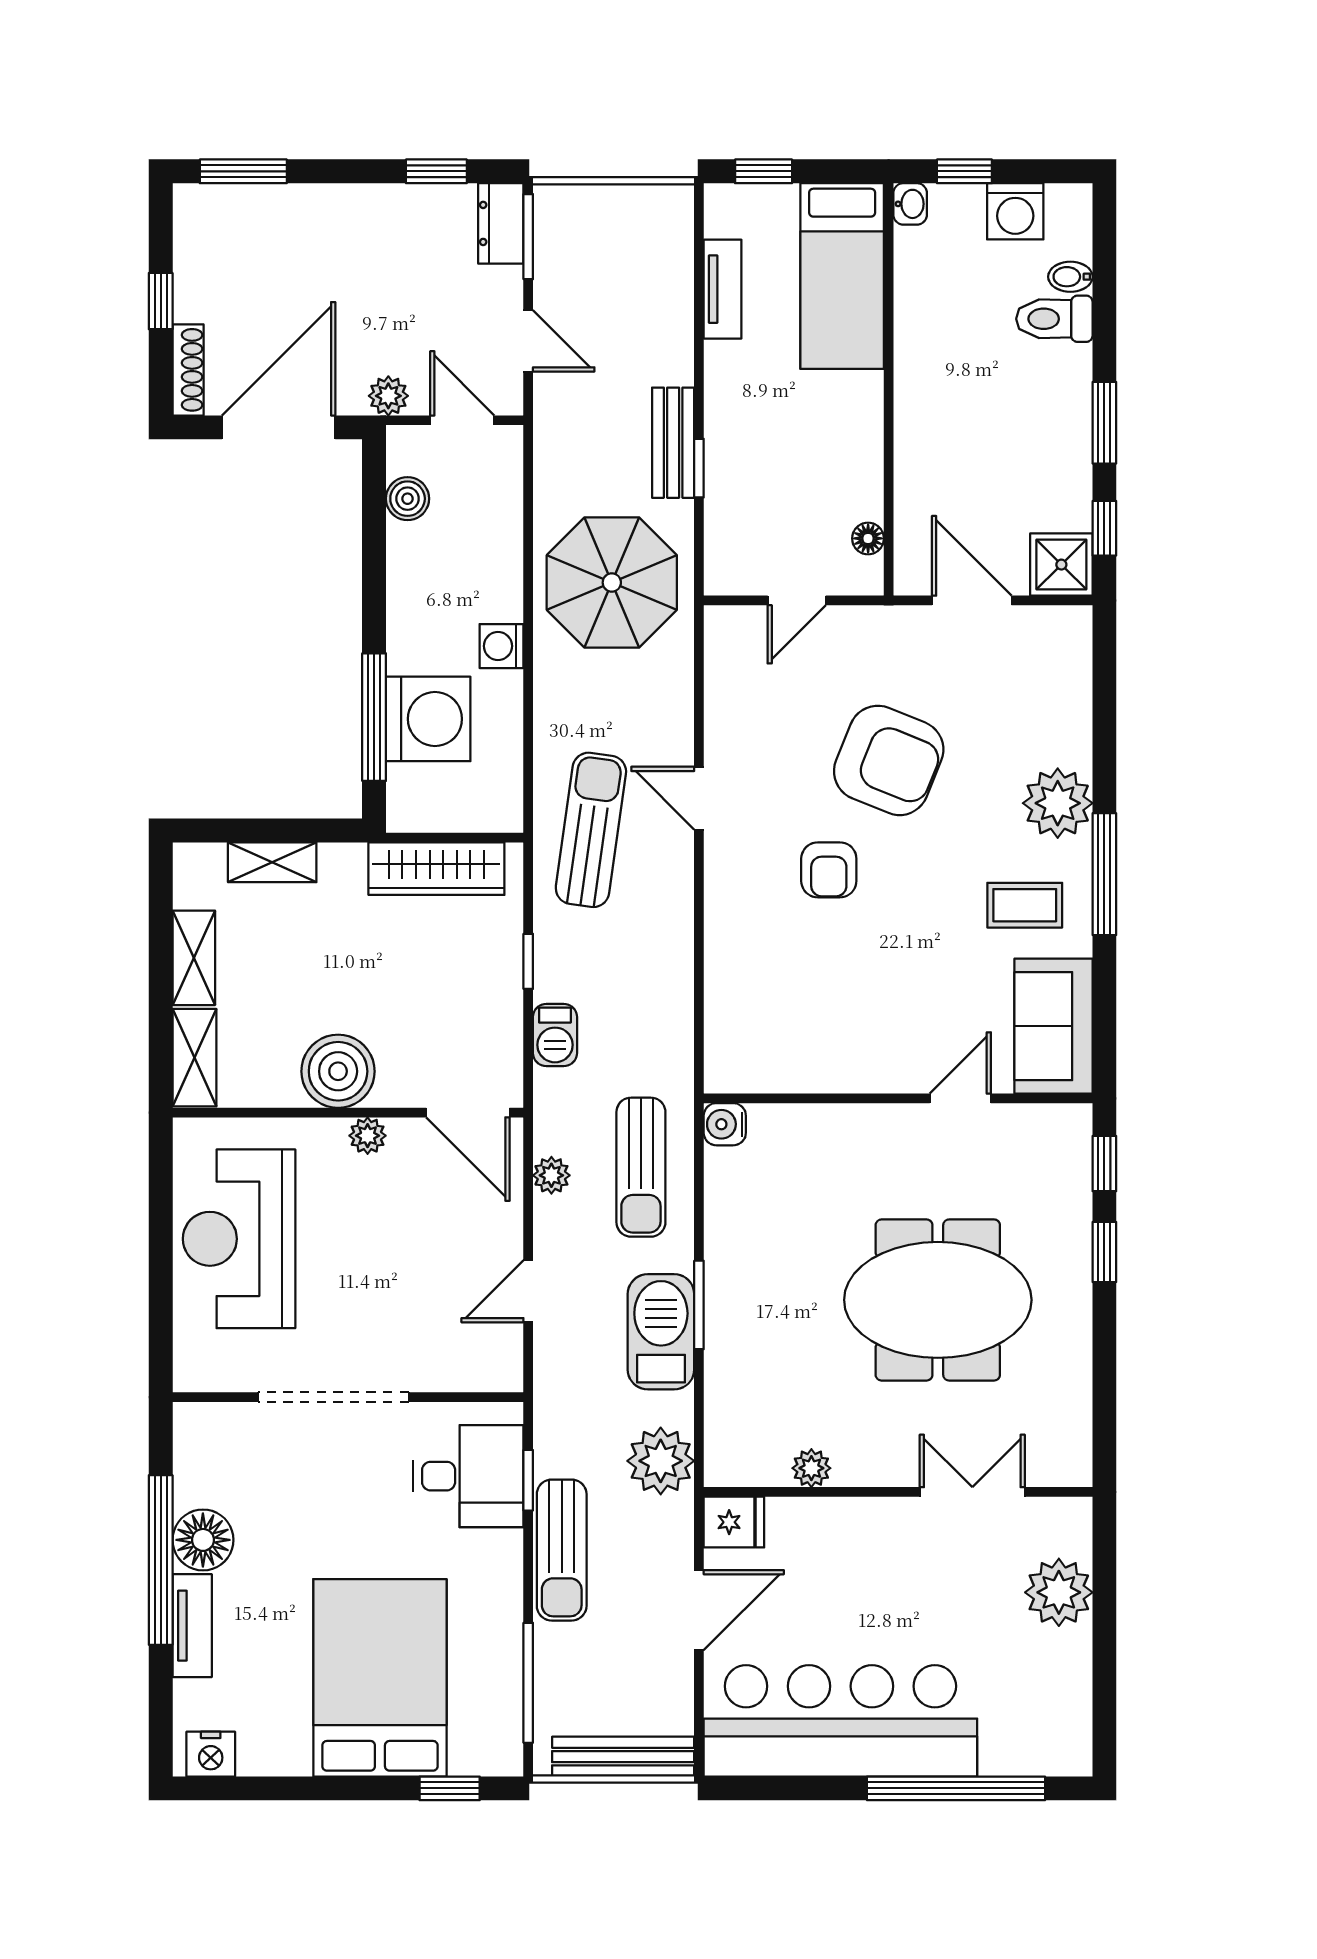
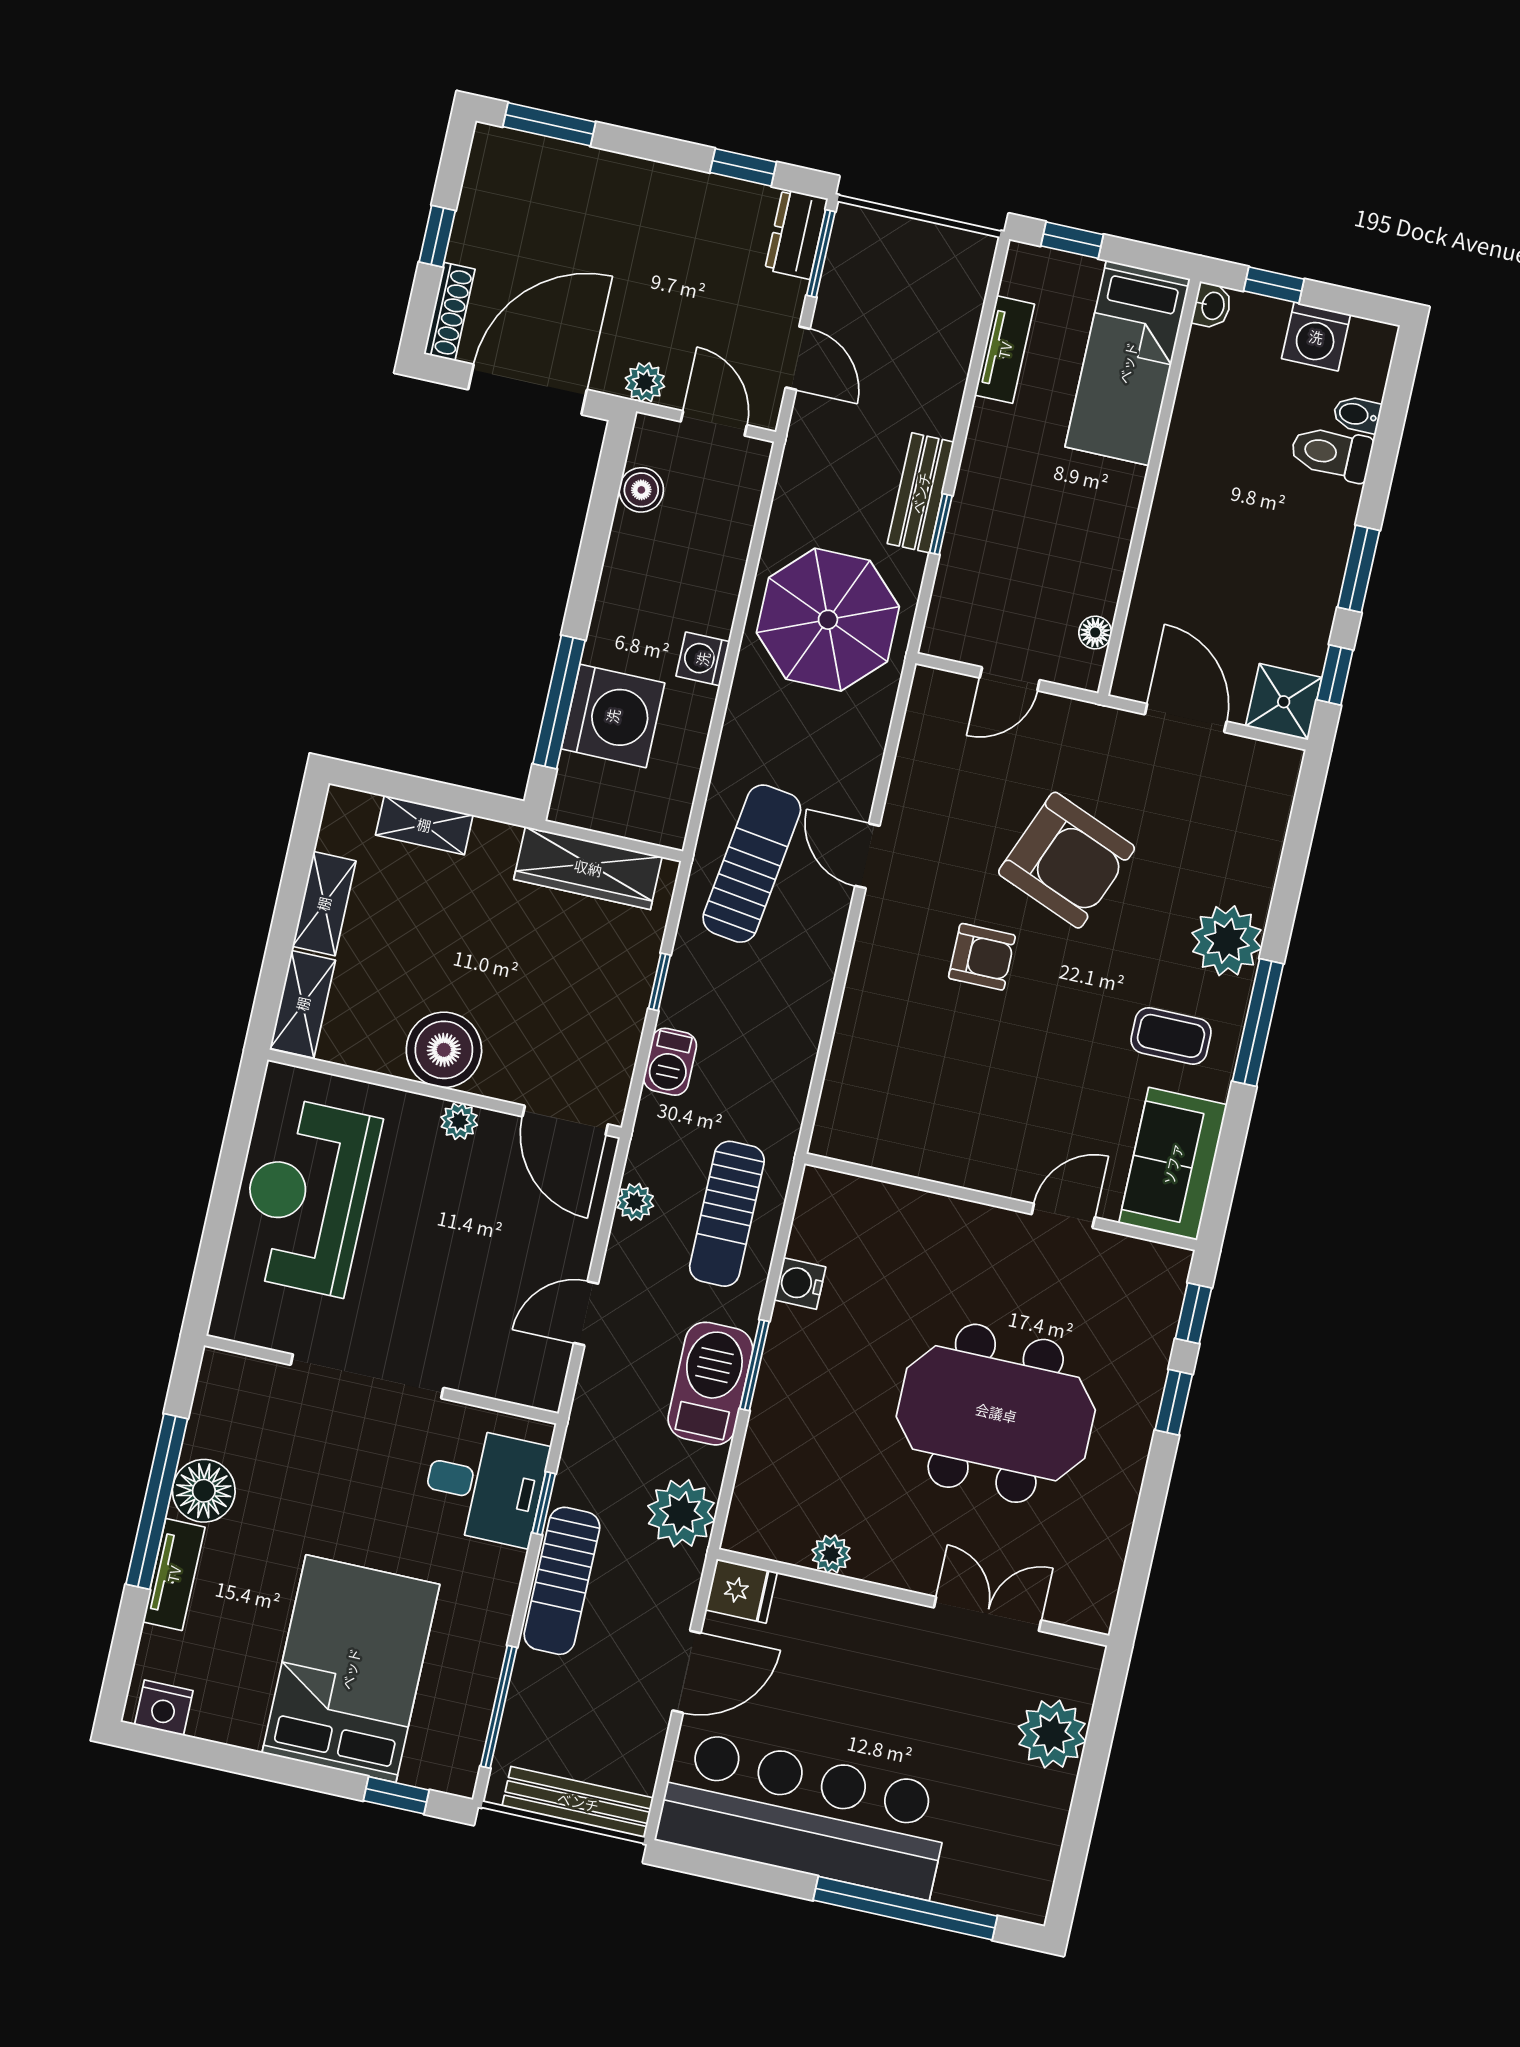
armchair: (829, 870) -> (982, 957), turned -90
water cooler: (725, 1124) -> (800, 1283), moved

